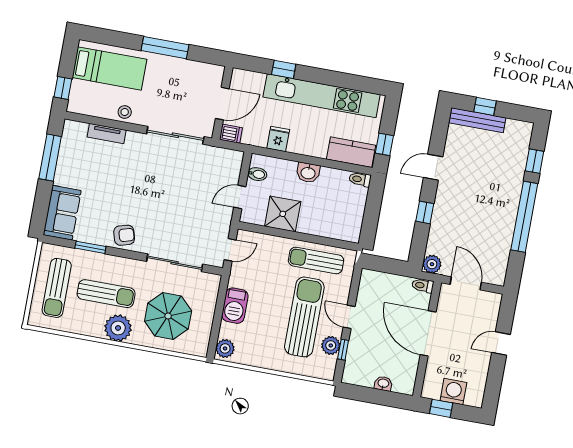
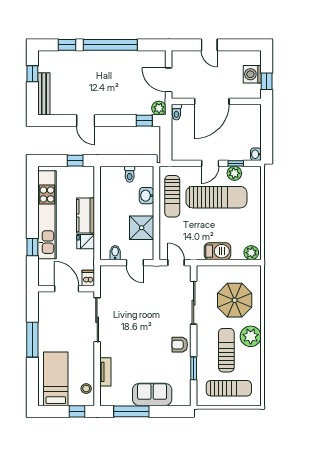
window: (485, 106) -> (32, 74), moved
stool: (125, 112) -> (86, 389), moved
kitchen counter: (351, 152) -> (86, 216), moved
washbasin: (308, 173) -> (147, 196), moved, turned 180
toilet: (360, 179) -> (130, 174), moved
window: (425, 212) -> (144, 121), moved
sofa: (62, 213) -> (152, 394), moved
armchair: (124, 235) -> (180, 345), turned -74
door: (466, 283) -> (169, 80), hinge flipped
sun lounger: (304, 317) -> (216, 197), turned 180
washbasin: (383, 384) -> (256, 154), moved

